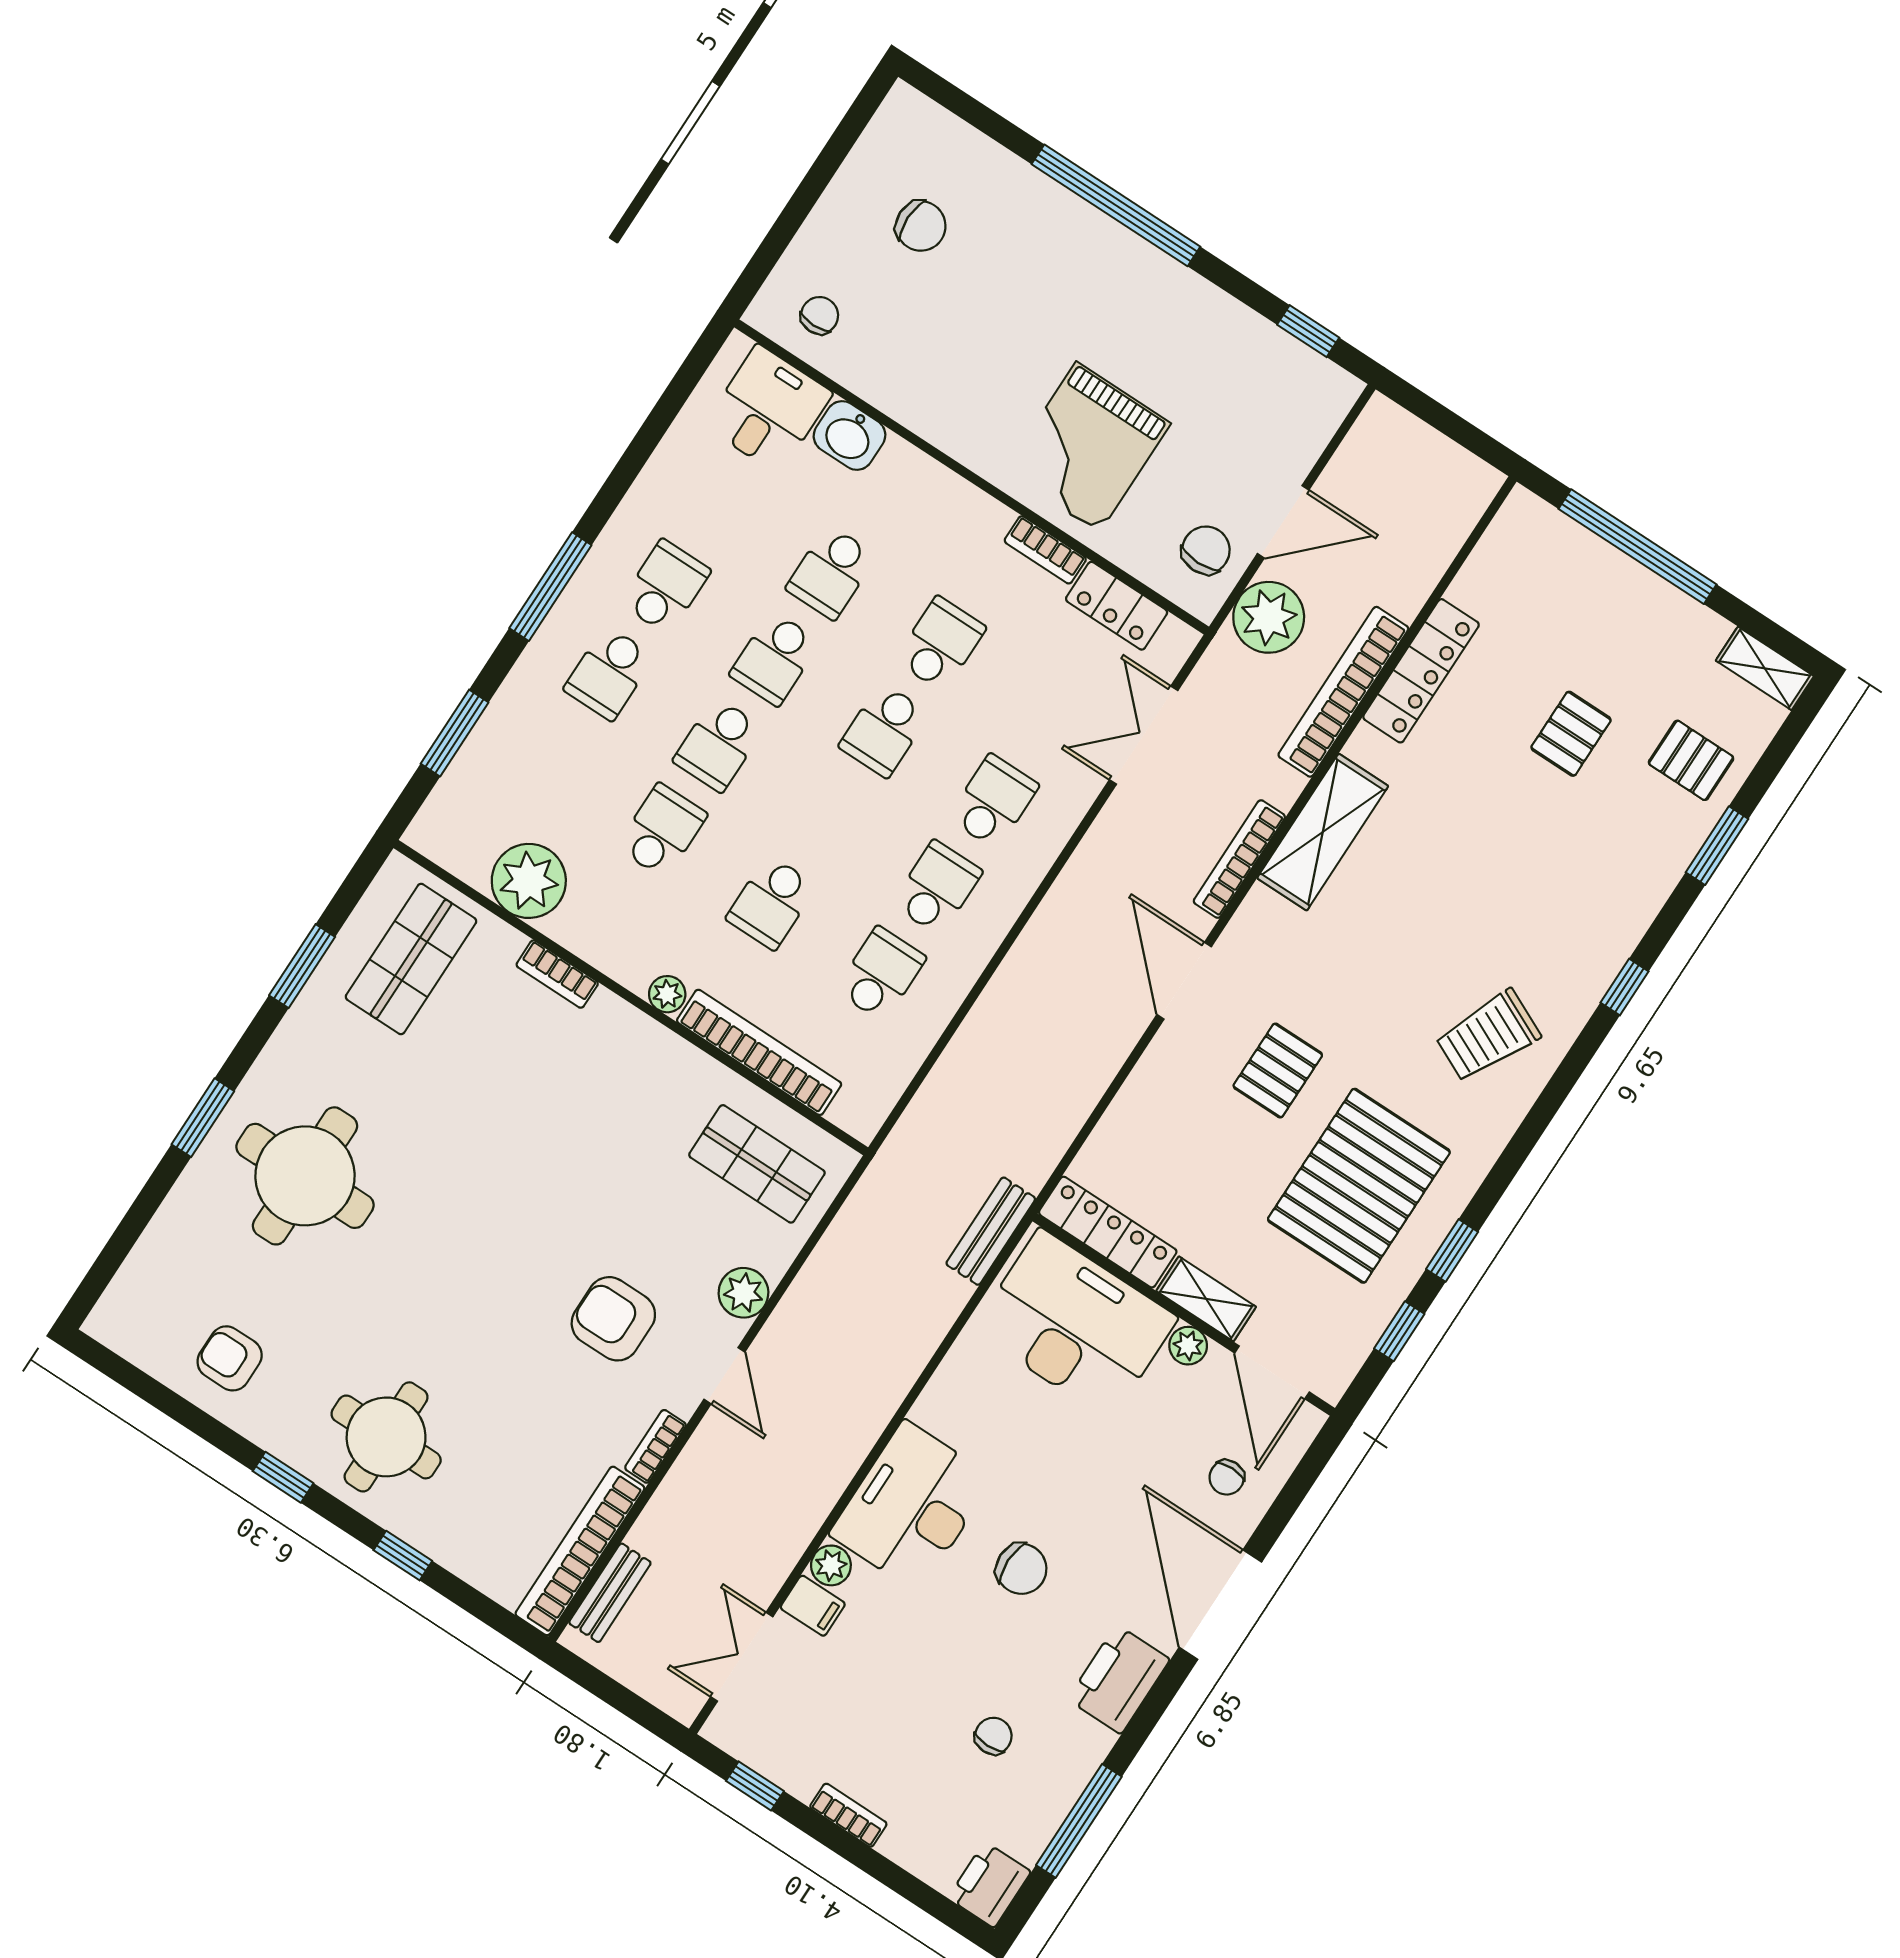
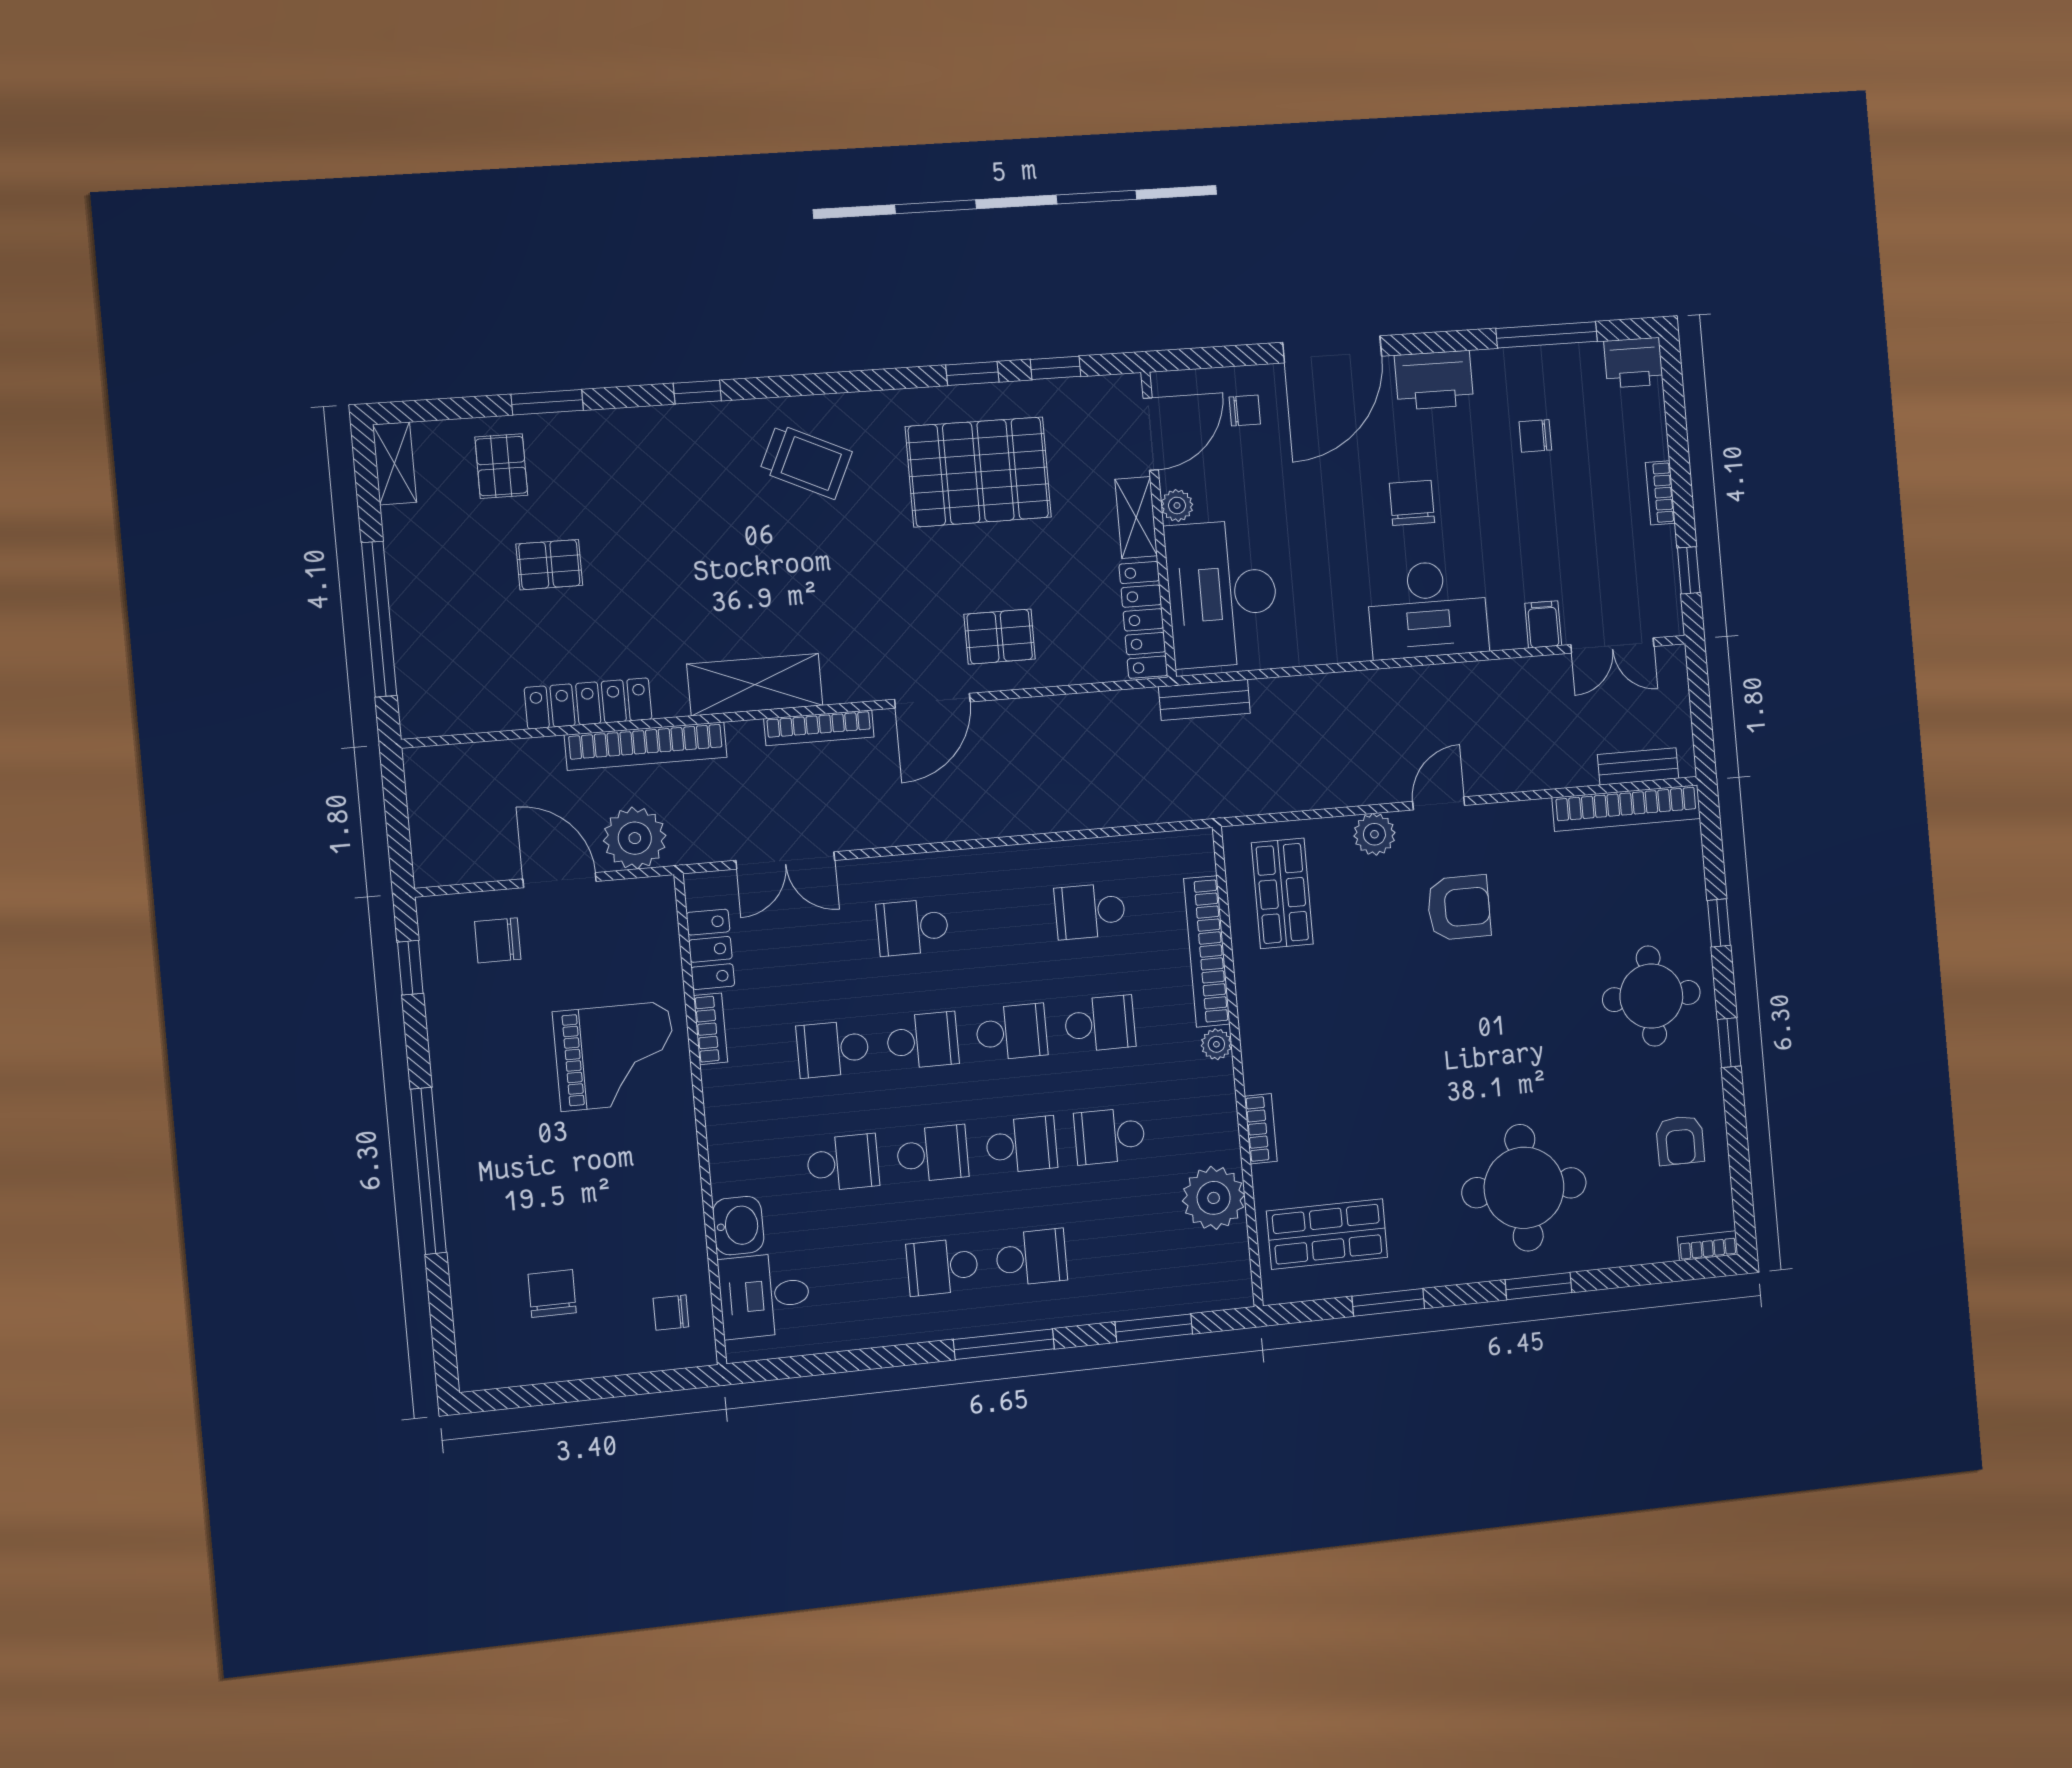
chair: (1206, 550) -> (498, 940), moved
school desk: (937, 888) -> (1012, 1032), moved, turned 180
pallet: (1278, 1071) -> (1000, 637), moved
armchair: (613, 1319) -> (1459, 908), turned -90
bookcase: (655, 1446) -> (1708, 1246), moved, turned 180
plant: (831, 1565) -> (1508, 633), removed

